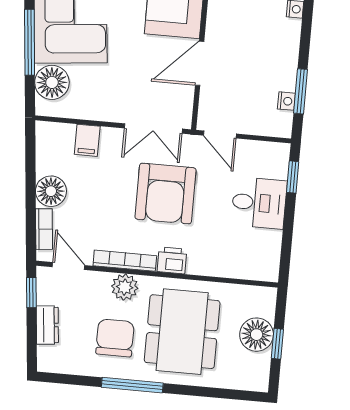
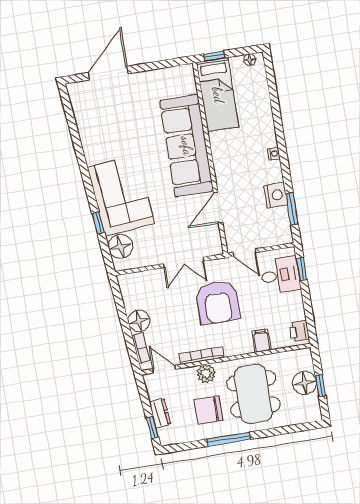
window: (30, 42) -> (98, 223), width x0.46
nightstand: (286, 101) -> (276, 195), moved, width x1.89, depth x1.79
double door: (153, 128) -> (184, 262), moved
filing cabinet: (87, 140) -> (262, 341), moved, turned 180
desk: (259, 203) -> (280, 275), moved
printer: (172, 260) -> (299, 332), moved, turned -90
window: (31, 293) -> (152, 428), moved
chair: (115, 338) -> (208, 410), turned -90

